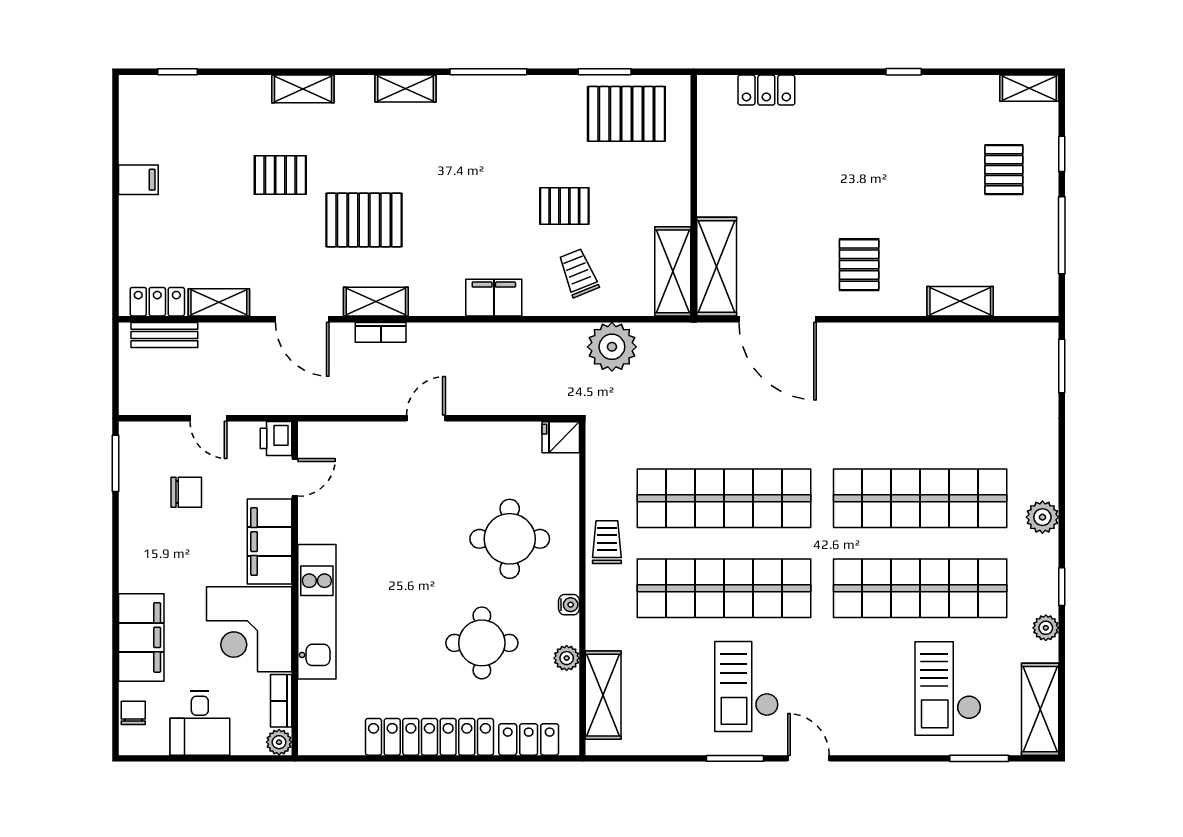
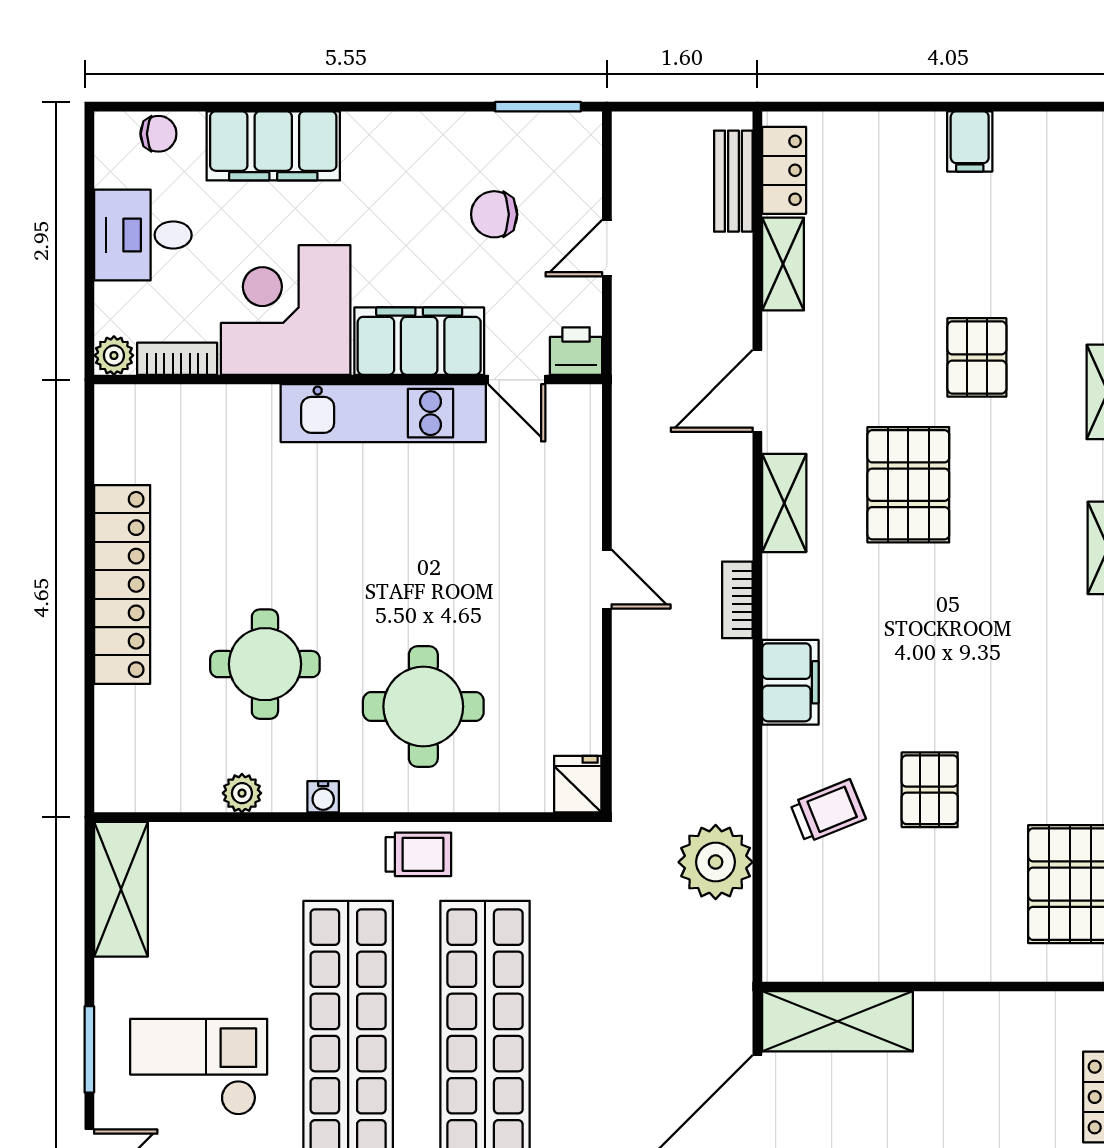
shelving: (673, 271) -> (830, 955), removed
bookcase: (381, 332) -> (737, 600), moved
chair: (186, 492) -> (494, 214), turned 90
kitchen unit: (317, 612) -> (383, 413), moved
shelving: (603, 695) -> (121, 889), moved, turned 90
locker: (529, 739) -> (118, 735), removed

